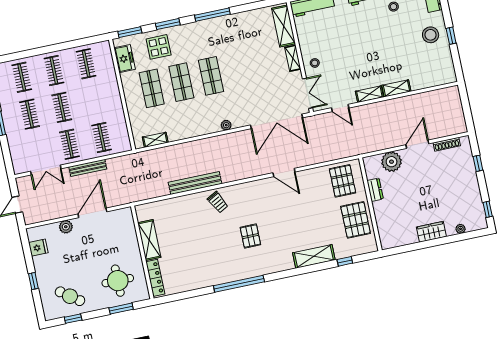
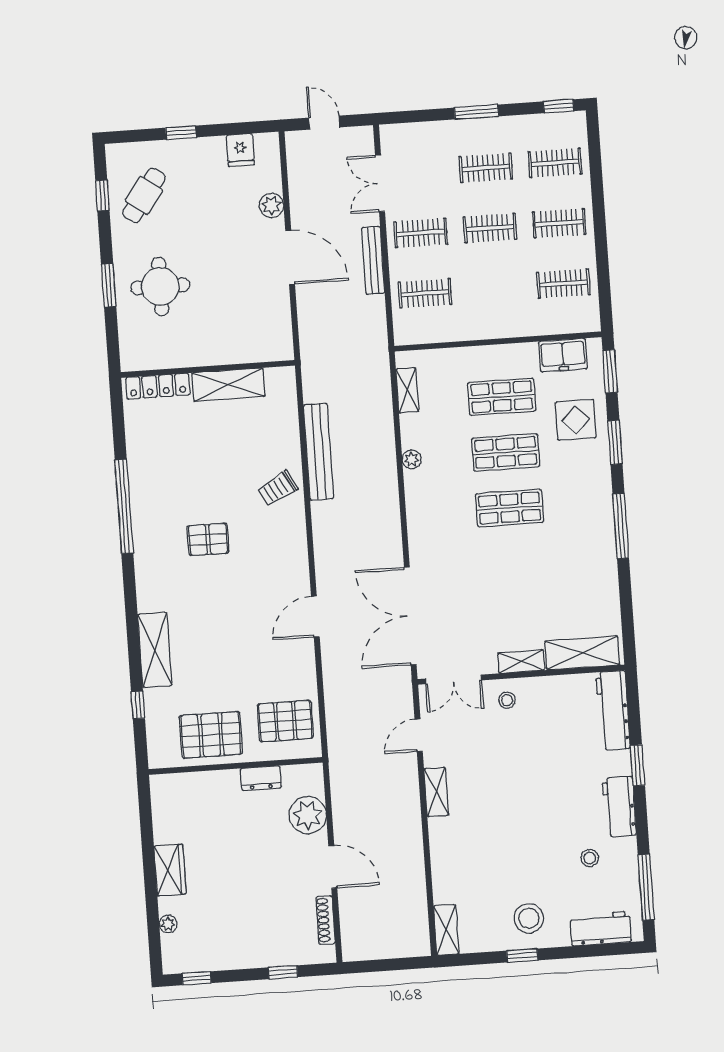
shelving: (396, 88) -> (446, 930), moved
plant: (226, 125) -> (412, 459), moved
shelving: (149, 240) -> (228, 385), moved
wall: (142, 252) -> (208, 369), moved
locker: (155, 278) -> (158, 386), moved

